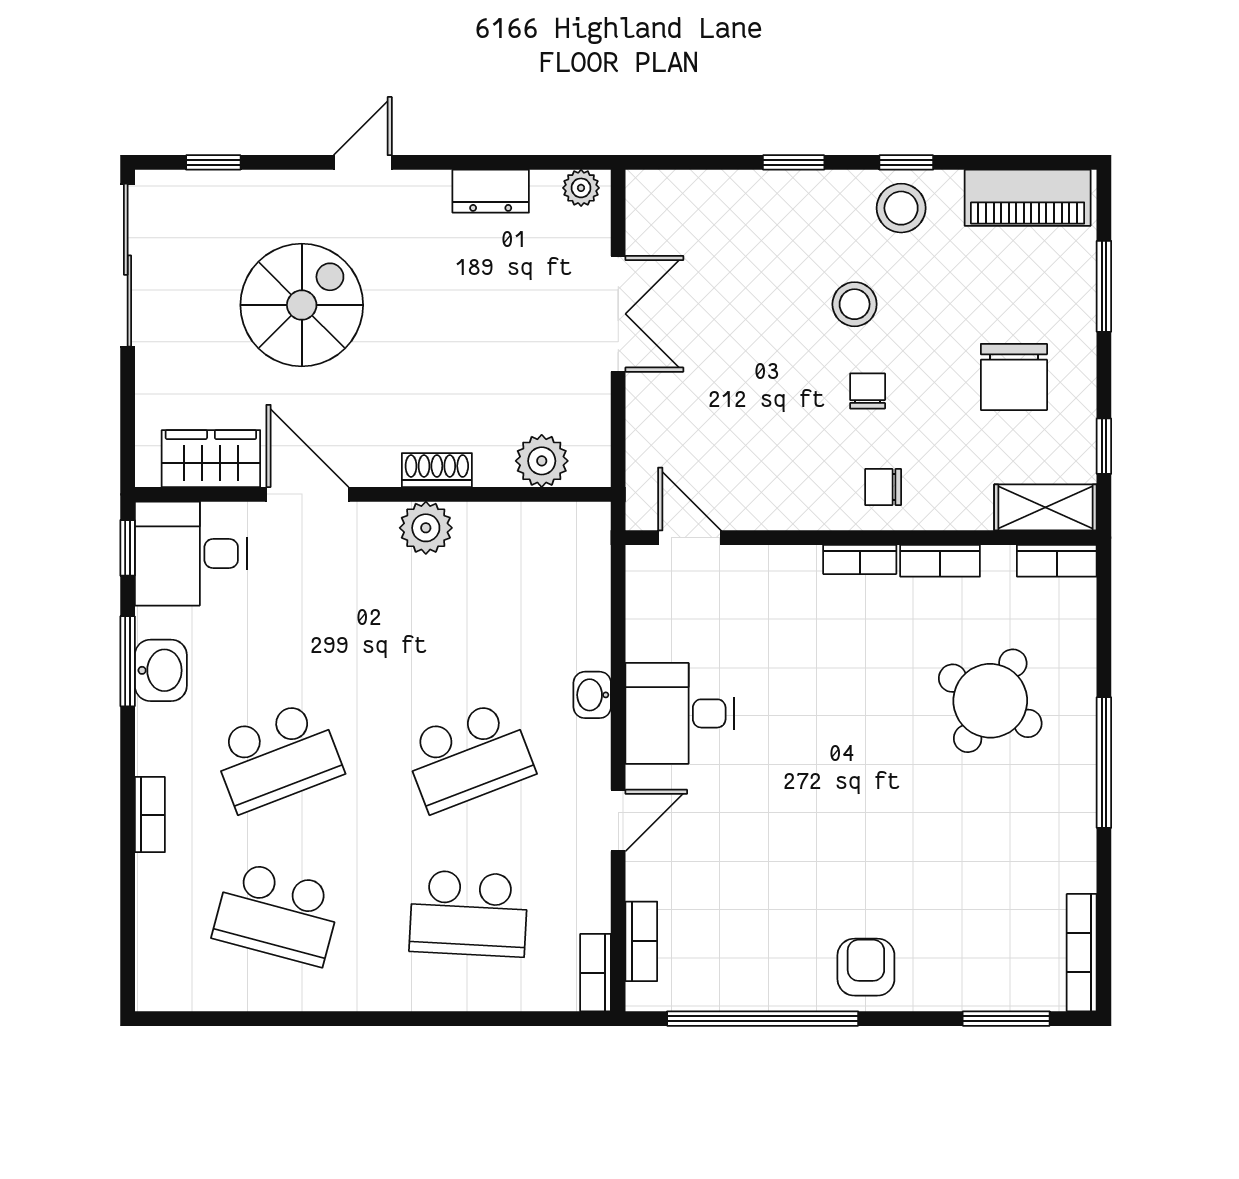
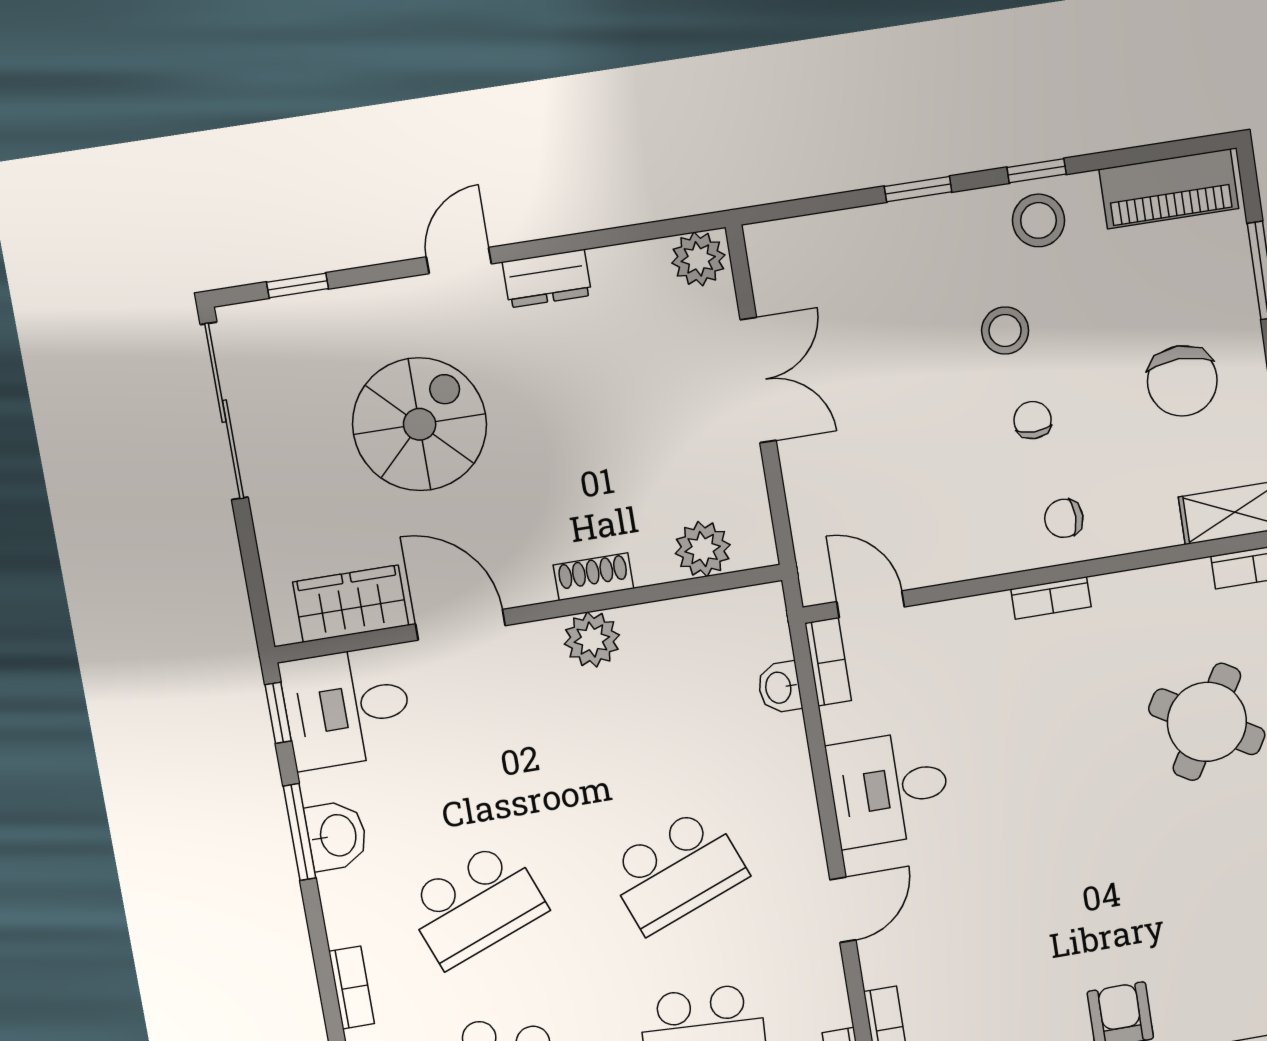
plant: (581, 188) -> (698, 259), width x1.38, depth x1.38
dresser: (491, 191) -> (547, 279), moved
bookcase: (940, 561) -> (828, 662), moved, turned -90
washbasin: (592, 695) -> (780, 687), moved

